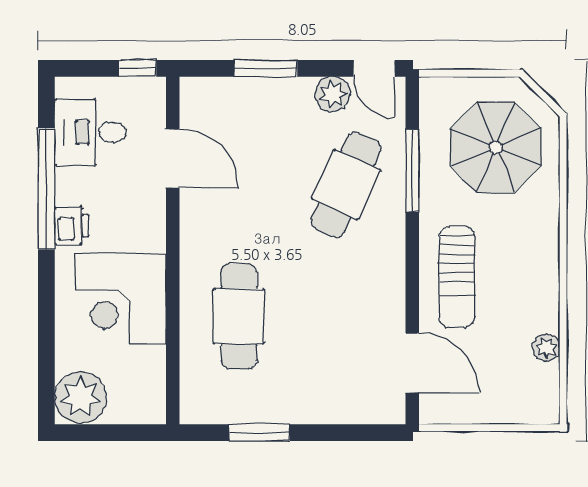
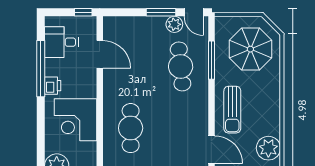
window: (266, 68) -> (161, 12), moved
cafe table: (346, 184) -> (181, 66), turned -30
plant: (546, 348) -> (268, 148), width x1.87, depth x1.87

